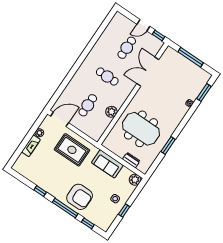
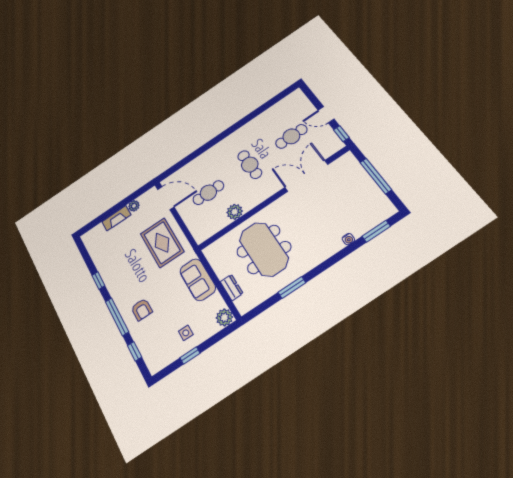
armchair: (80, 197) -> (142, 310), width x0.53, depth x0.53

